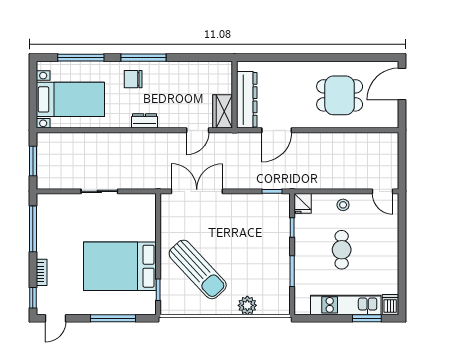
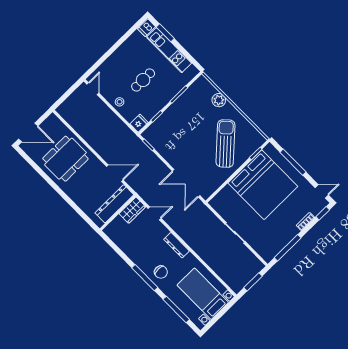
dining table: (340, 95) -> (65, 159), width x1.38
dresser: (145, 121) -> (176, 245), width x1.44
bed: (120, 266) -> (263, 185), width x1.36

